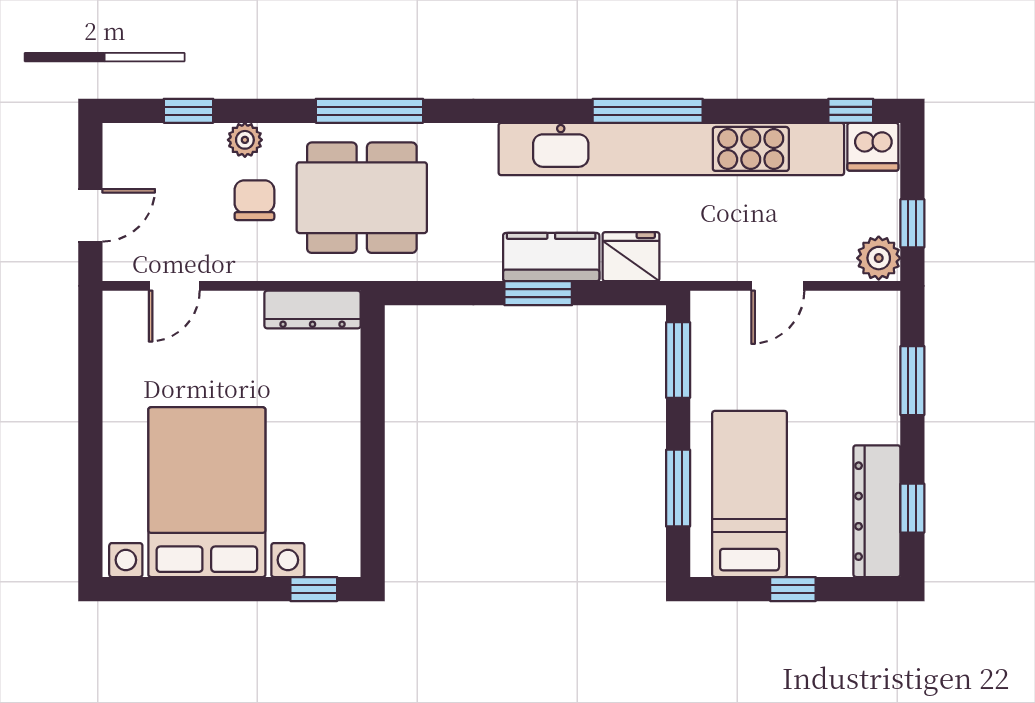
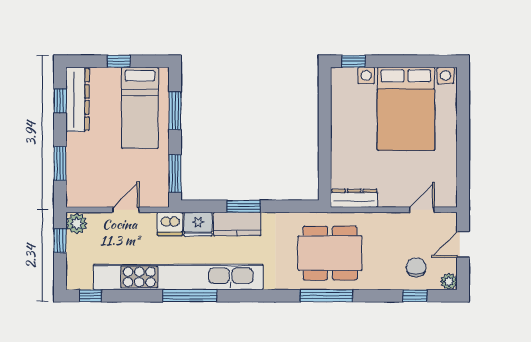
plant: (245, 140) -> (449, 281), moved
dishwasher: (873, 147) -> (170, 224), moved, turned 180
chair: (254, 200) -> (416, 267), moved, turned 180

